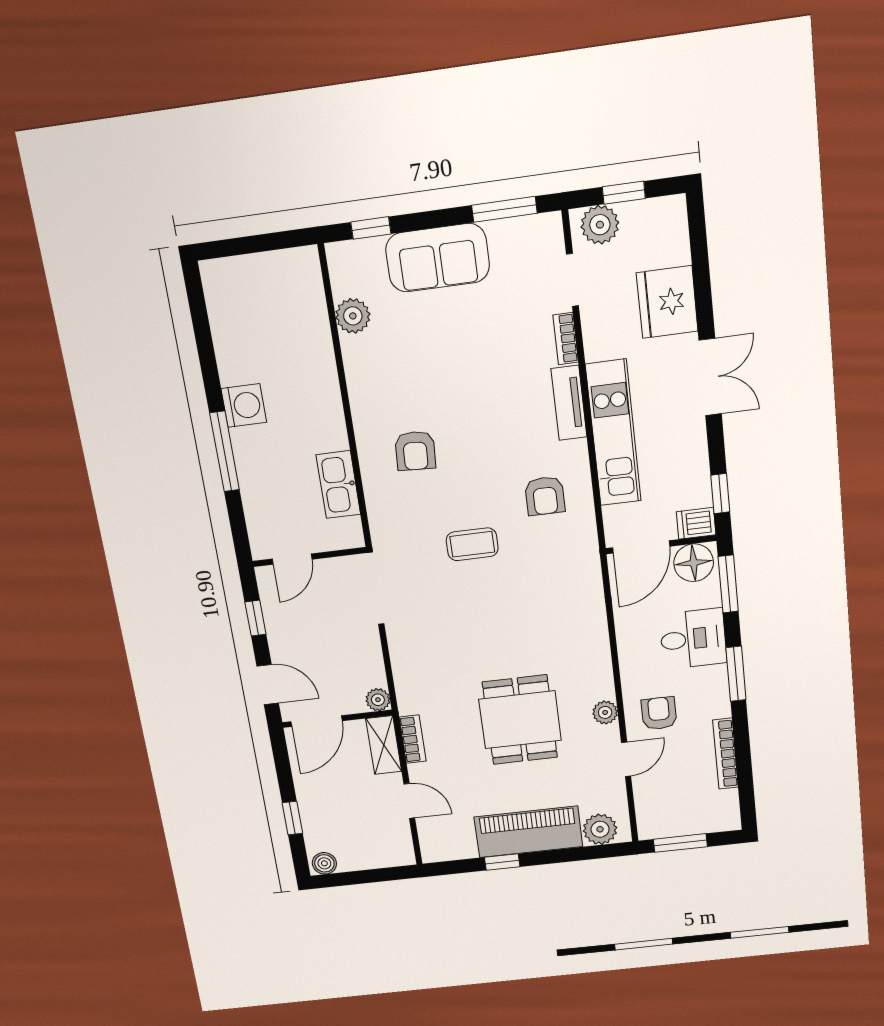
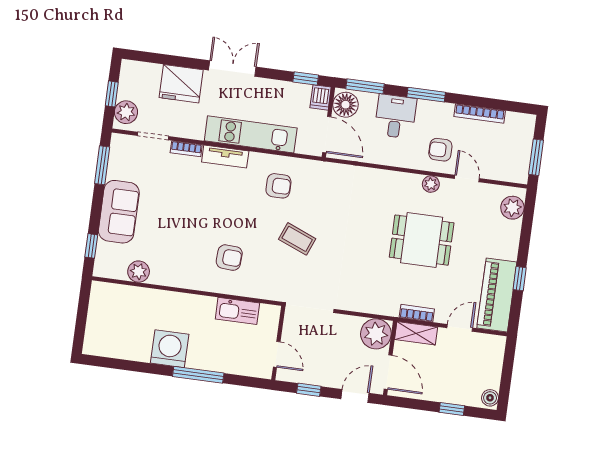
washing machine: (244, 405) -> (170, 349), width x1.37, depth x1.37
coffee table: (472, 544) -> (297, 239), turned -68
plant: (378, 700) -> (376, 334), width x1.87, depth x1.87
piano: (528, 832) -> (497, 295), moved

